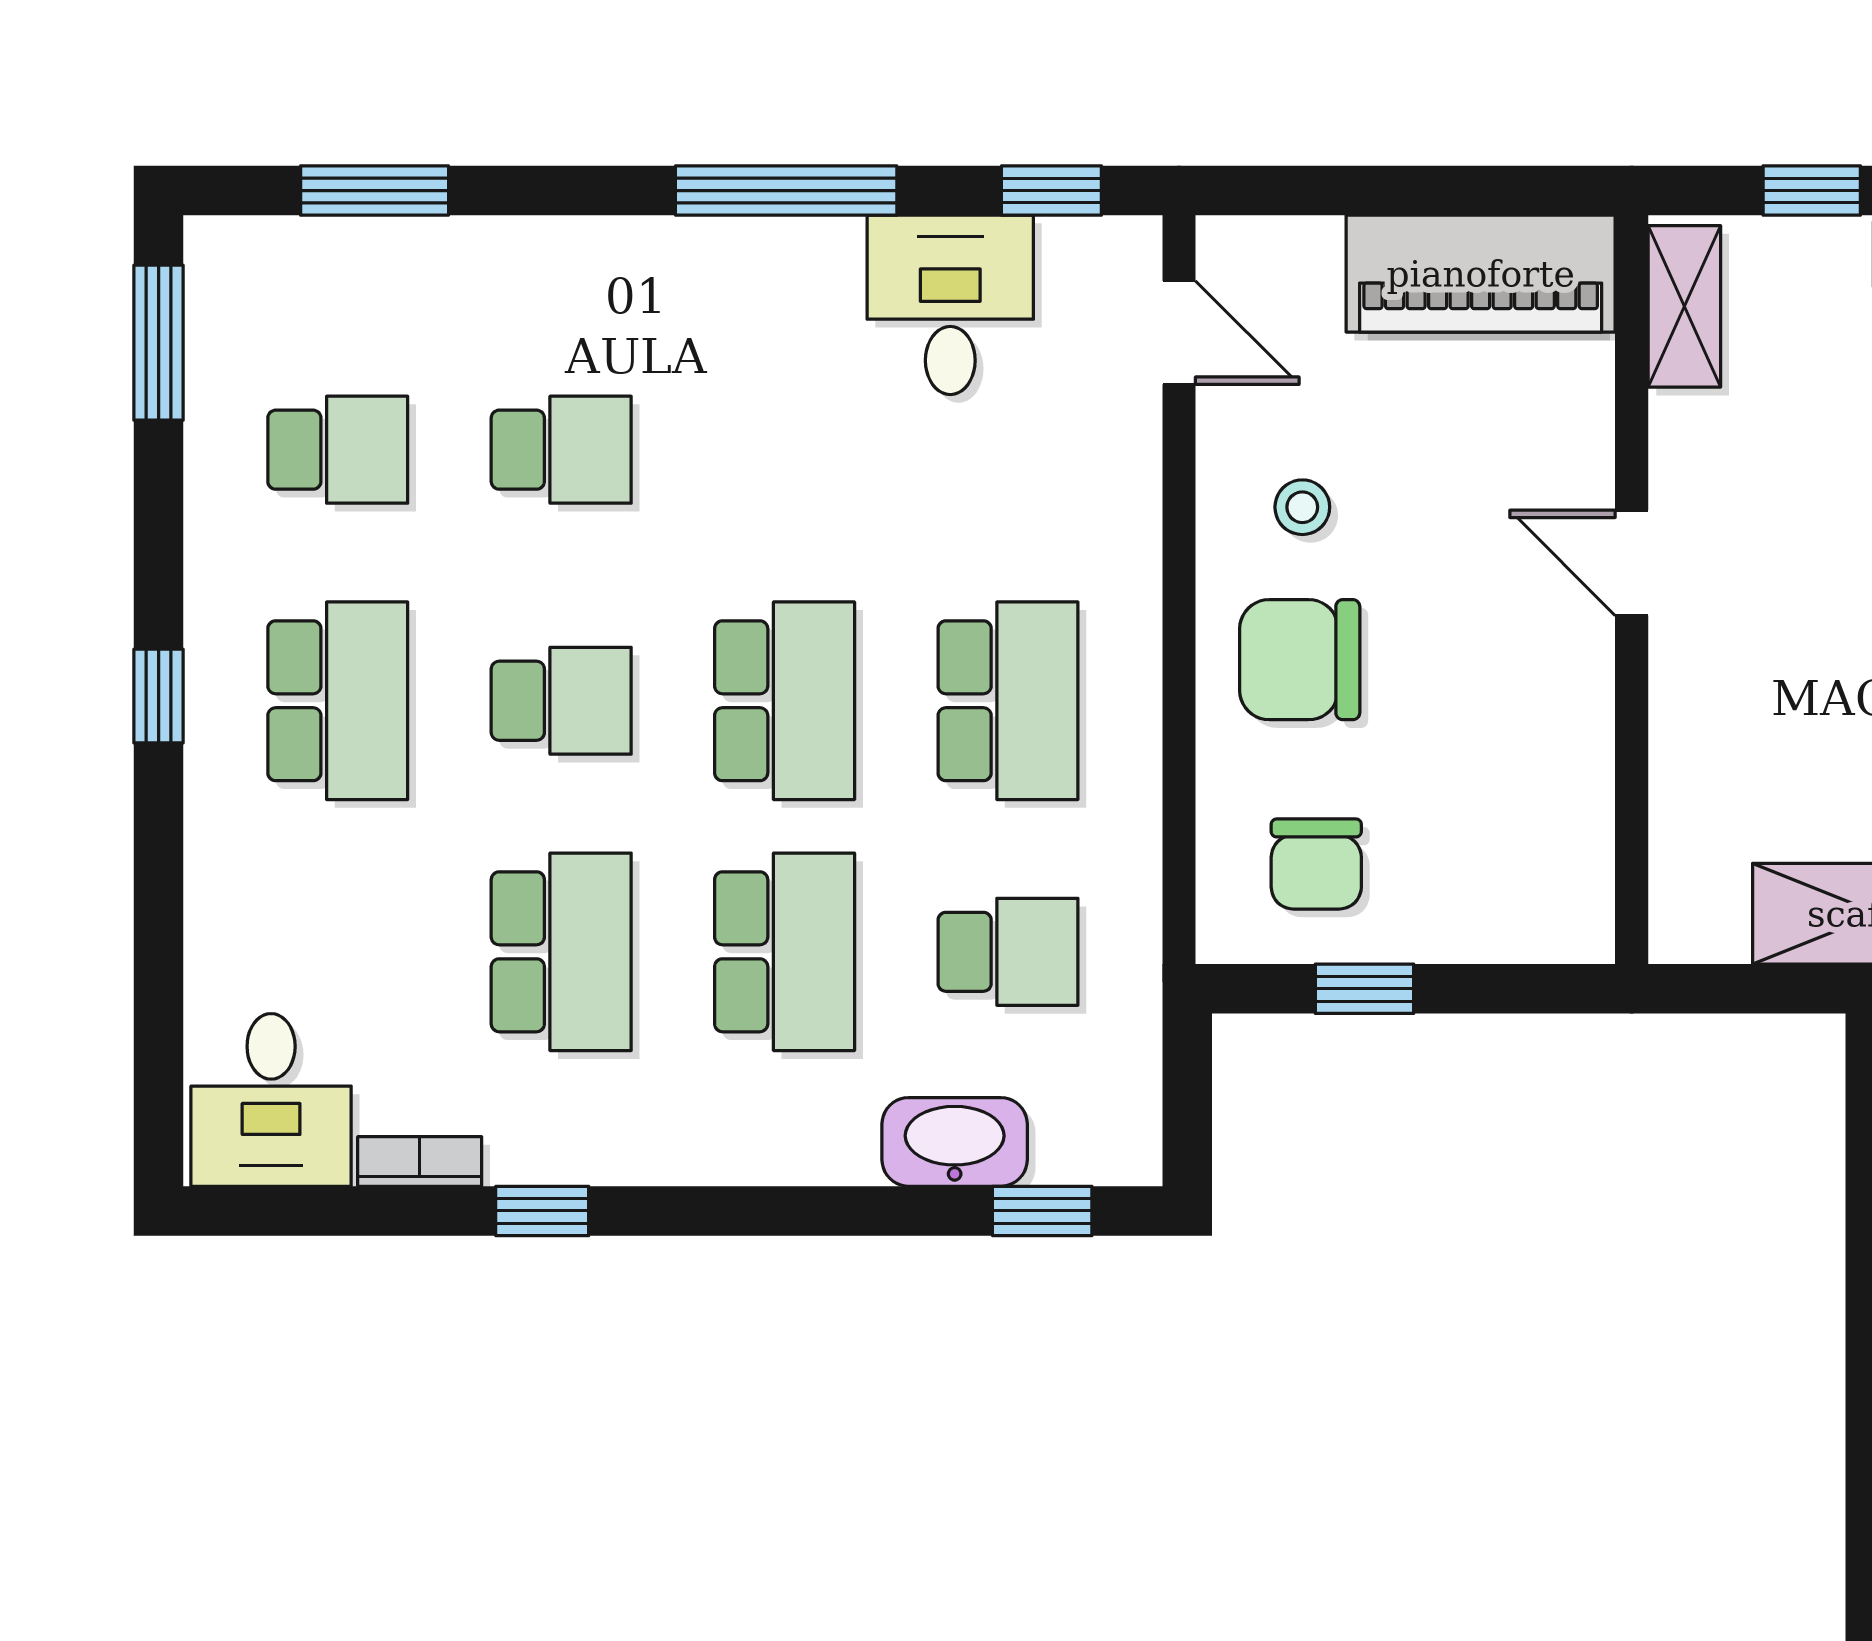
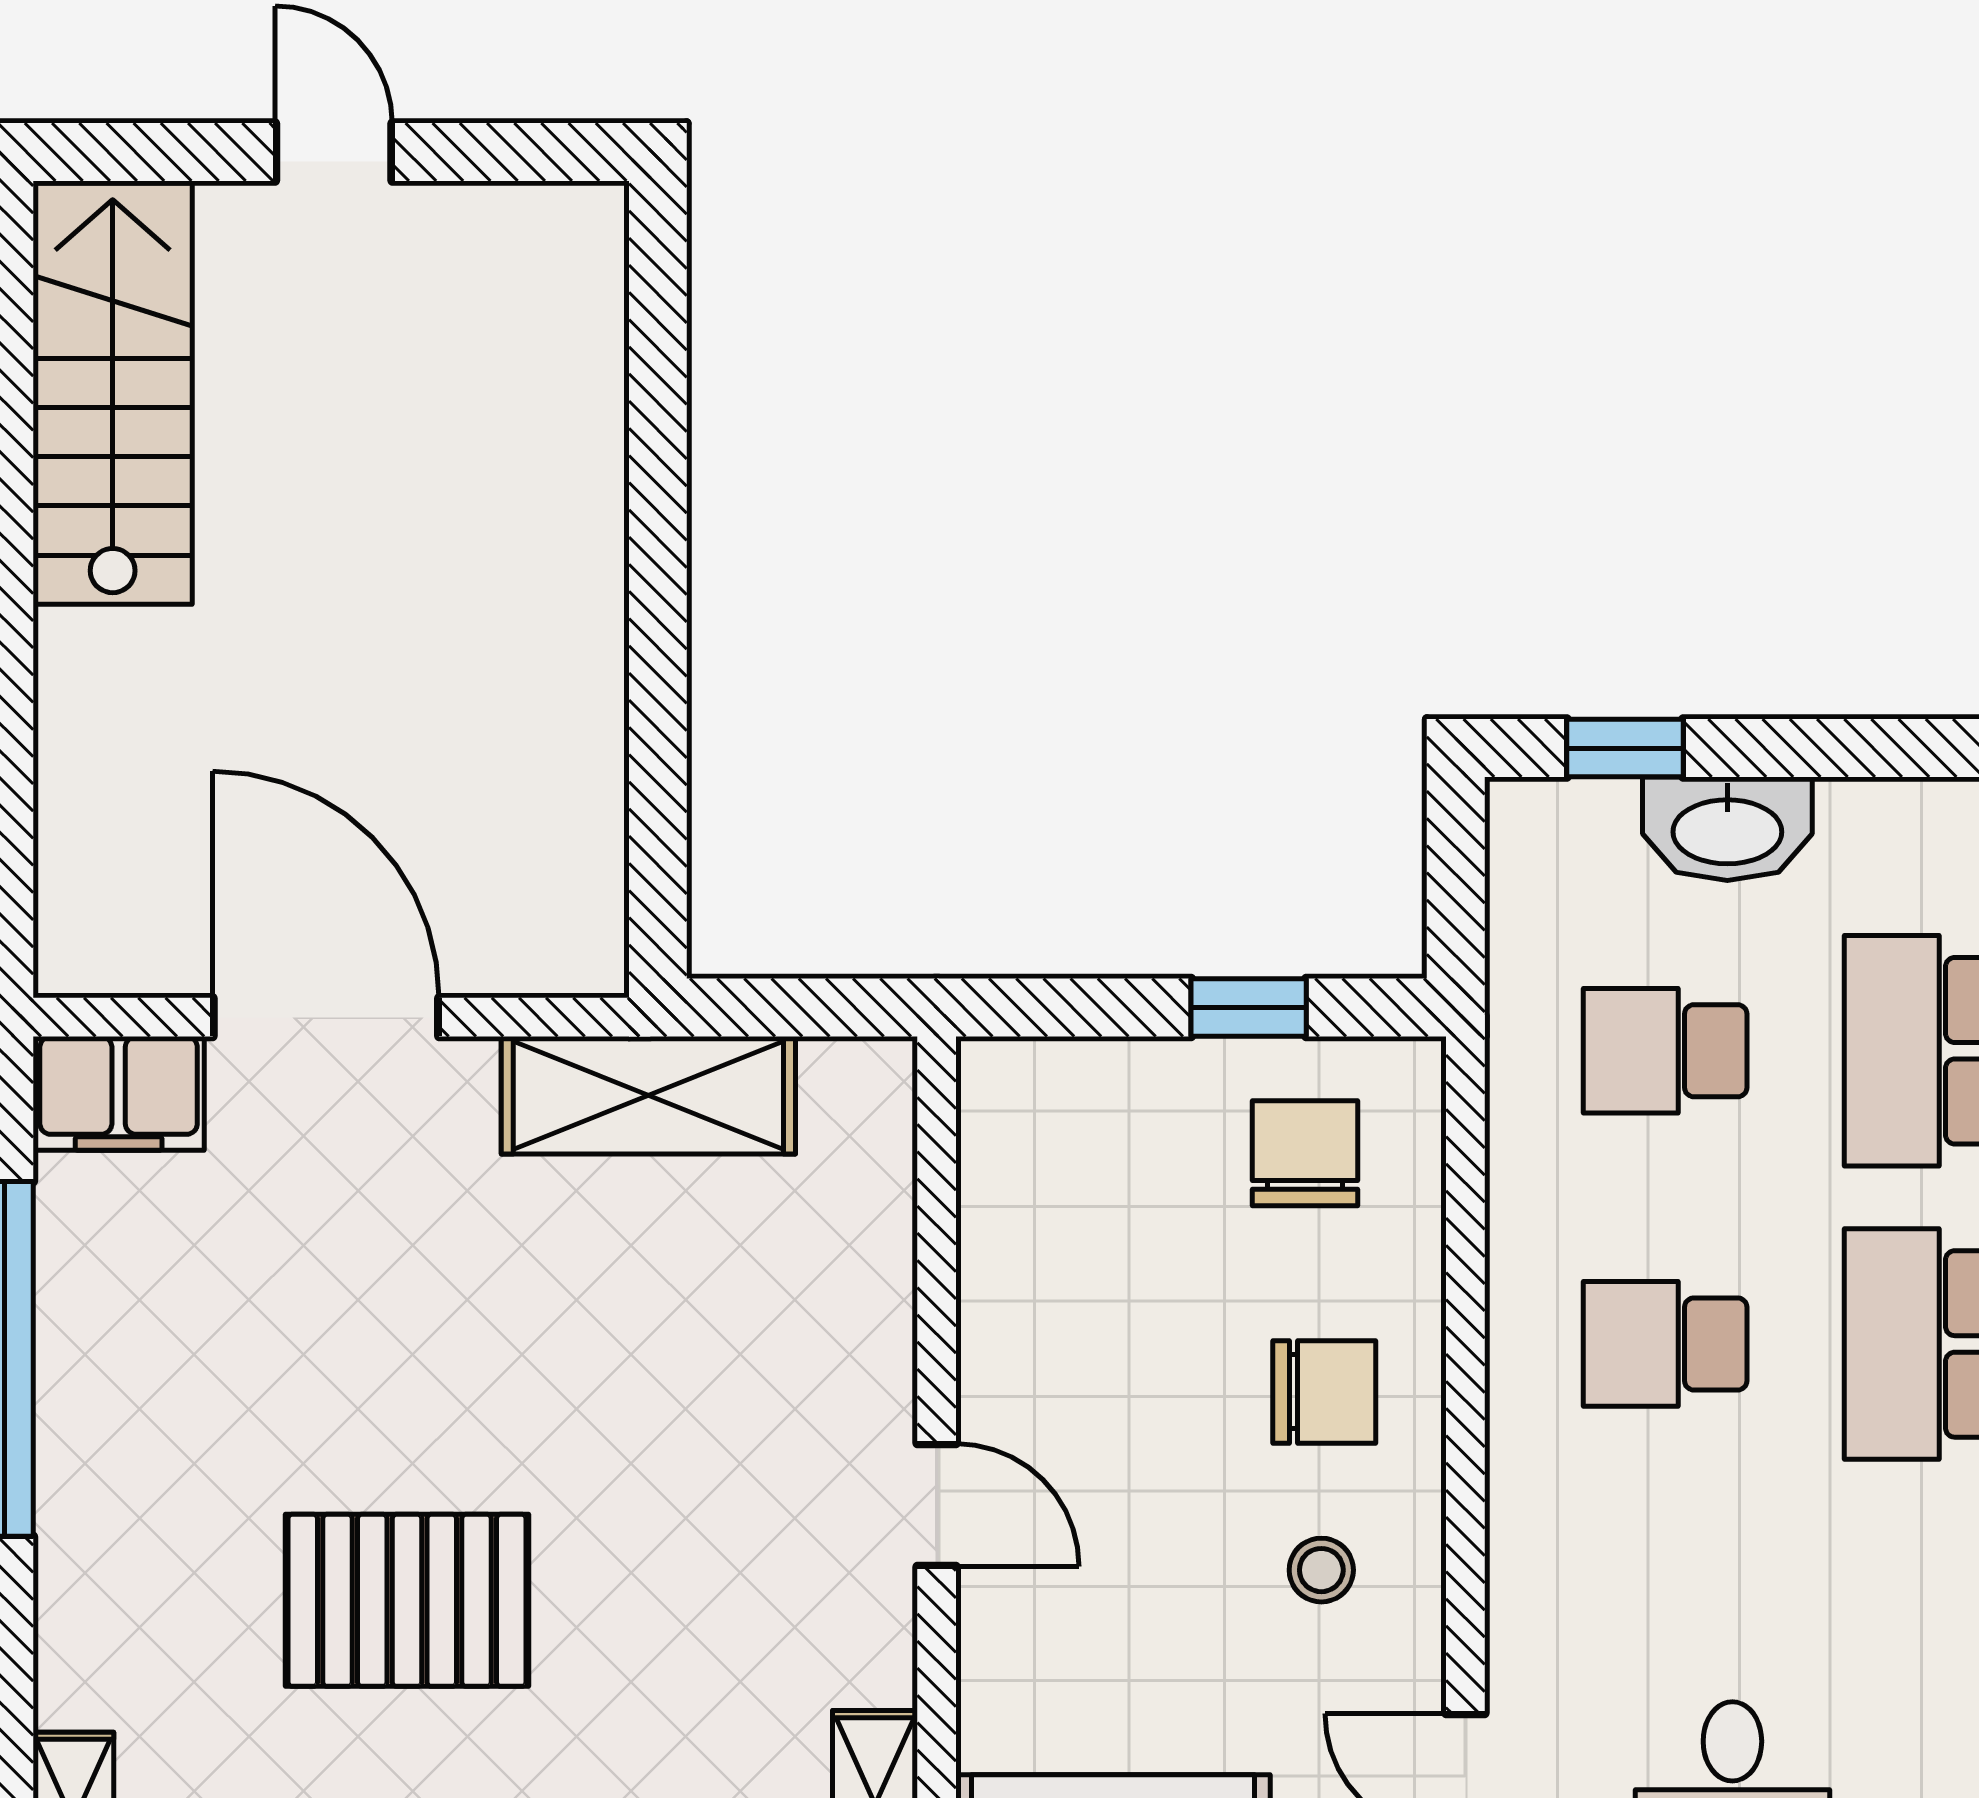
chair: (1300, 660) -> (1324, 1392), width x0.73, depth x0.73
school desk: (1008, 701) -> (1665, 1344), width x0.54

